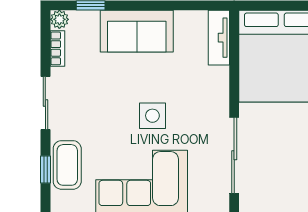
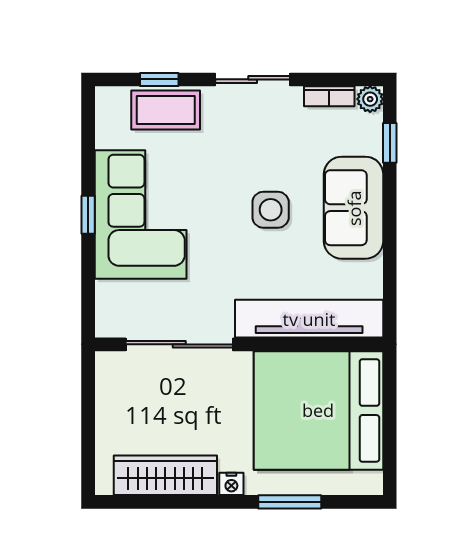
tv unit: (219, 38) -> (309, 319), width x1.92, depth x1.29
side table: (152, 116) -> (271, 210), moved

